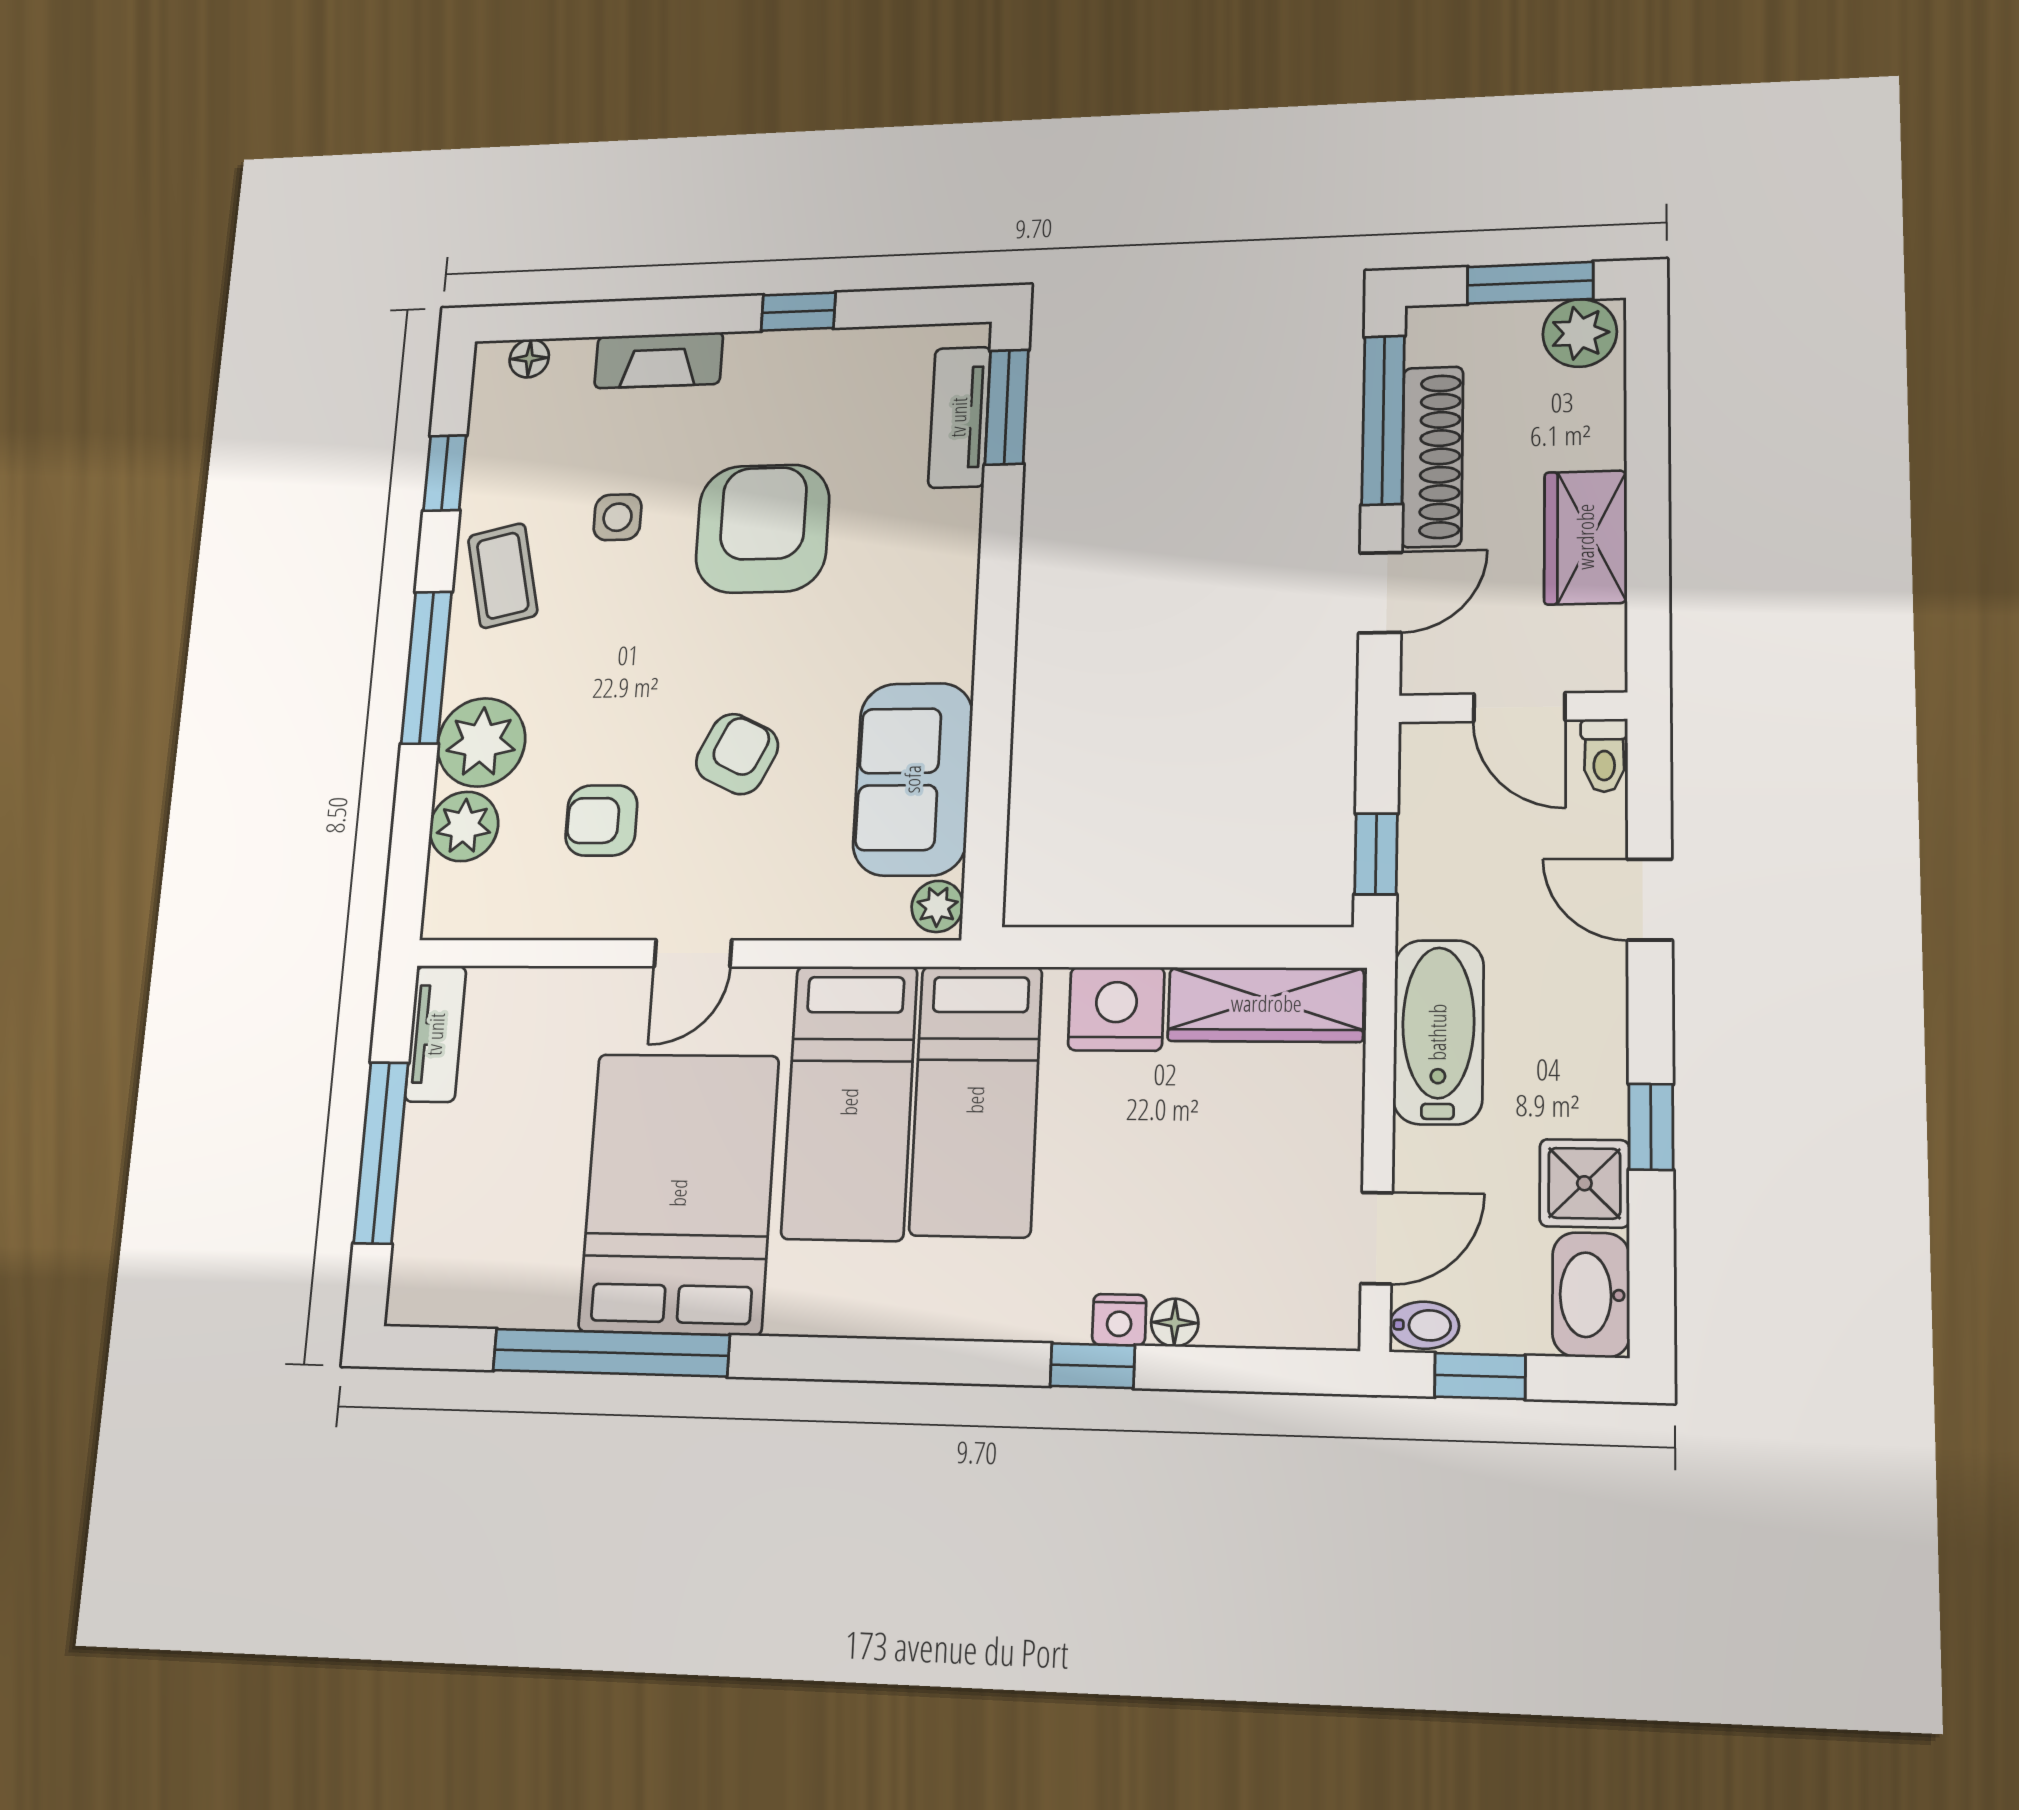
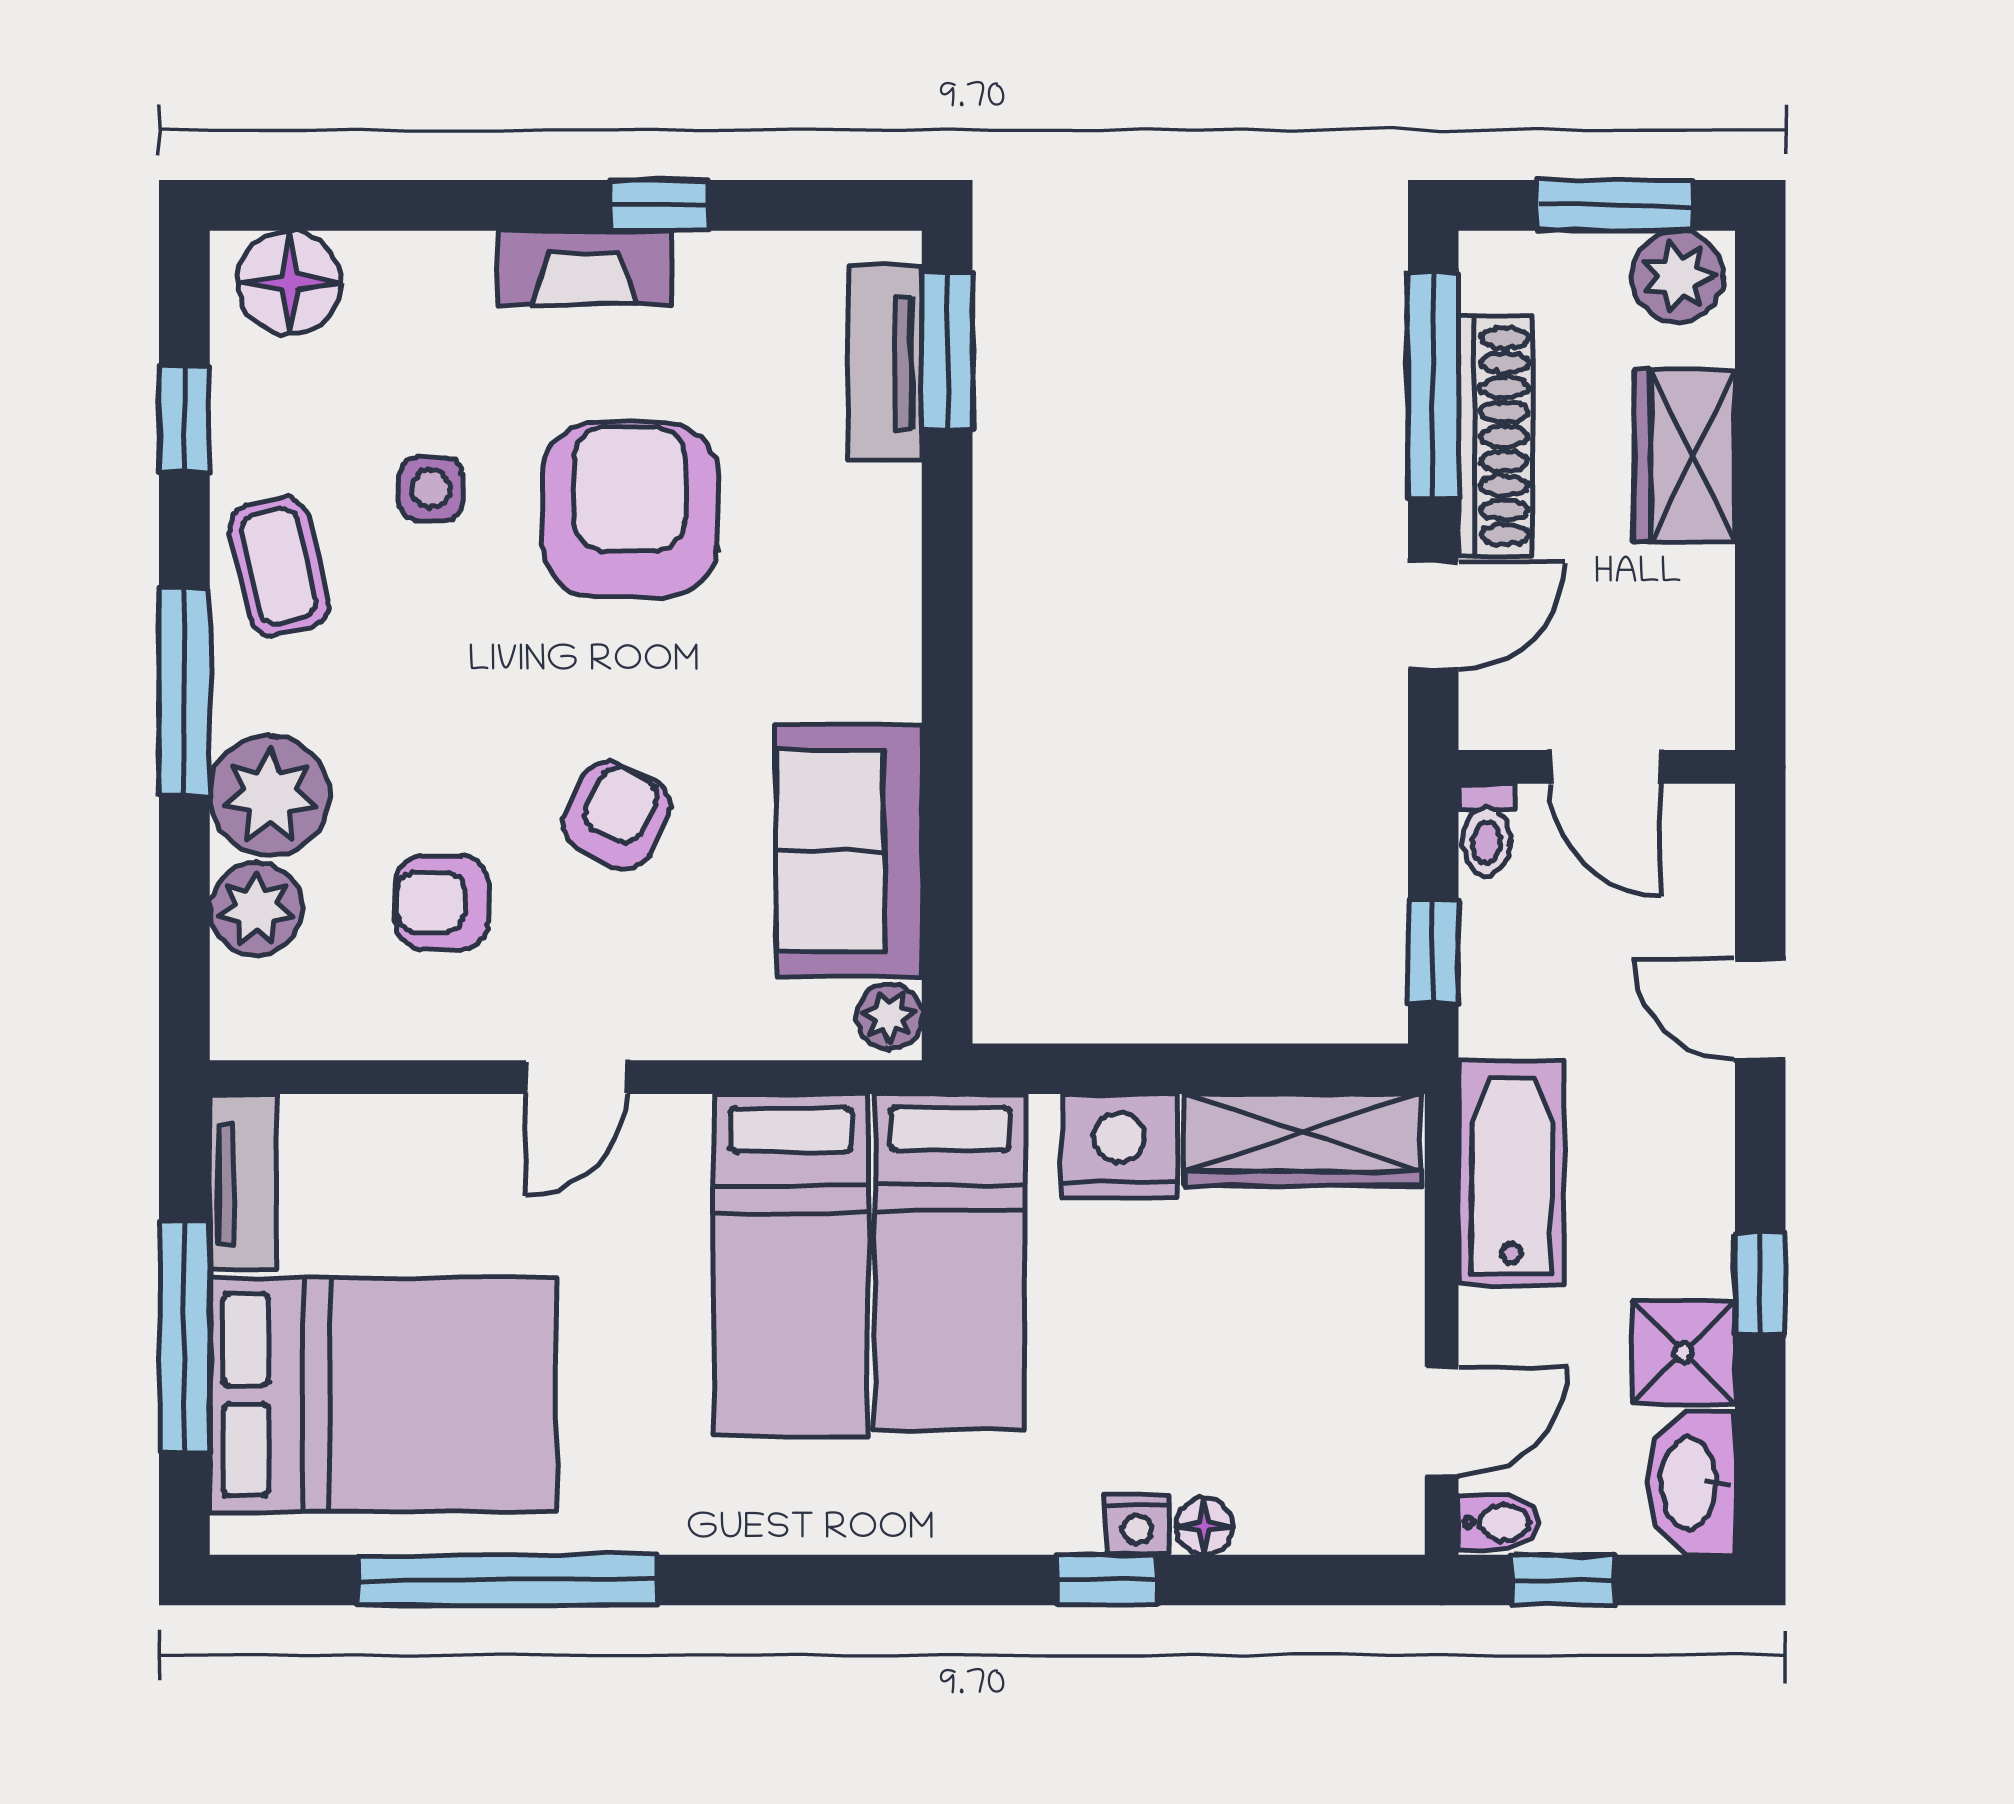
floor lamp: (529, 358) -> (289, 282), width x1.89, depth x1.89
fireplace: (659, 360) -> (585, 268), moved
wardrobe: (1586, 537) -> (1685, 456), moved
toilet: (1604, 755) -> (1487, 830), moved
bed: (679, 1193) -> (383, 1394), moved, turned 90

